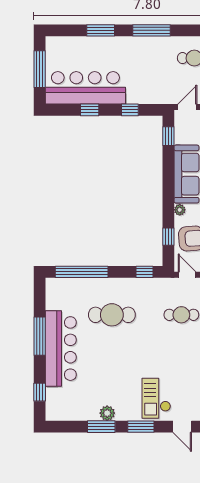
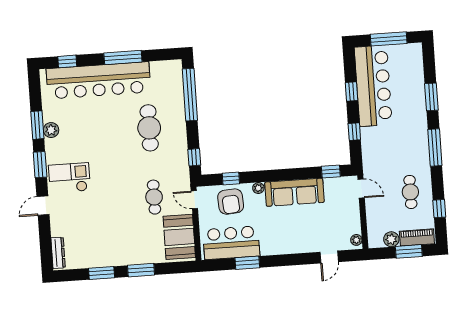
door: (187, 275) -> (194, 200), swing flipped
bar counter: (61, 349) -> (98, 80), width x1.36

